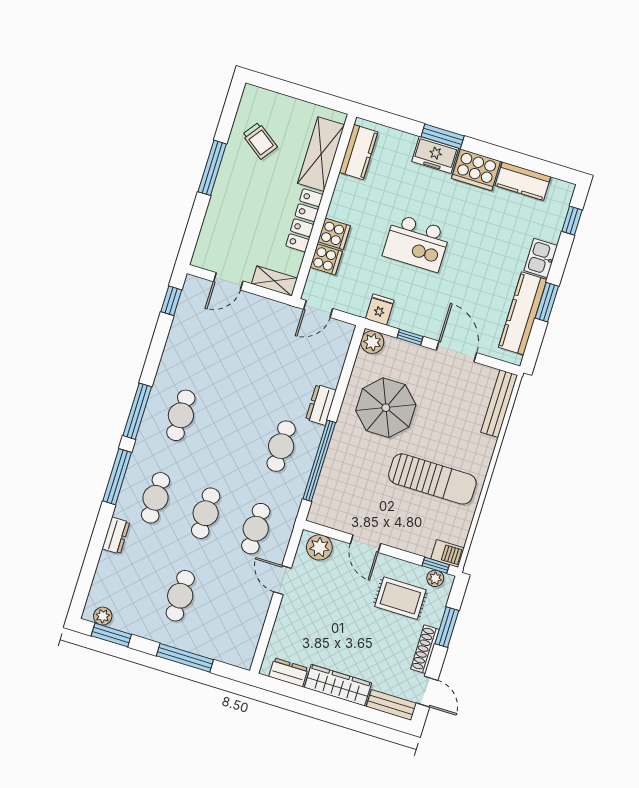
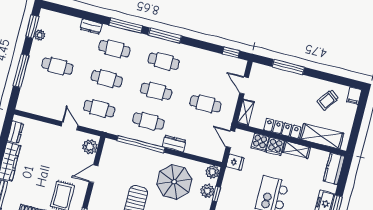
filing cabinet: (255, 96) -> (354, 96), added
kitchen counter: (359, 152) -> (334, 169), moved, turned 90
window: (212, 168) -> (288, 67), moved
shelving: (342, 198) -> (296, 150), added
fridge: (380, 310) -> (235, 162), moved
cafe table: (256, 348) -> (205, 104), added
plant: (404, 352) -> (207, 191), added
cafe table: (231, 431) -> (156, 91), added
door: (283, 580) -> (70, 126), hinge flipped
plant: (103, 616) -> (40, 35), moved

